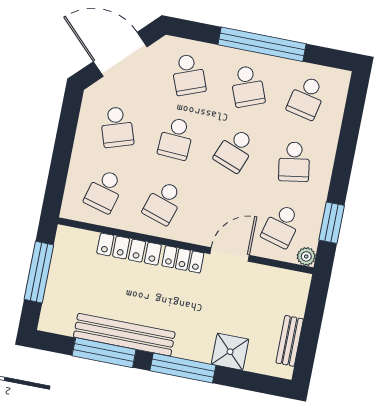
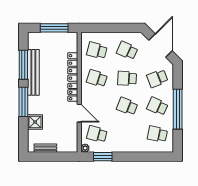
school desk: (248, 86) -> (157, 106), turned 45
school desk: (117, 127) -> (127, 50), turned 42
school desk: (294, 162) -> (127, 134), removed

